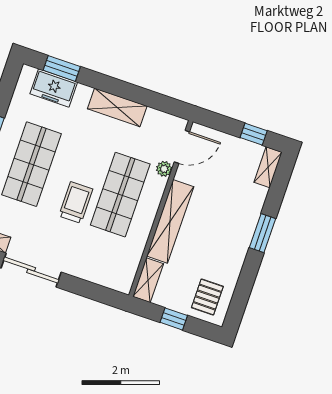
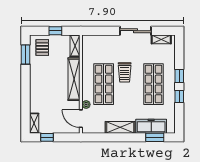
freezer: (54, 88) -> (151, 126), width x1.40
door: (182, 147) -> (81, 119), hinge flipped
window: (263, 233) -> (26, 55), moved

